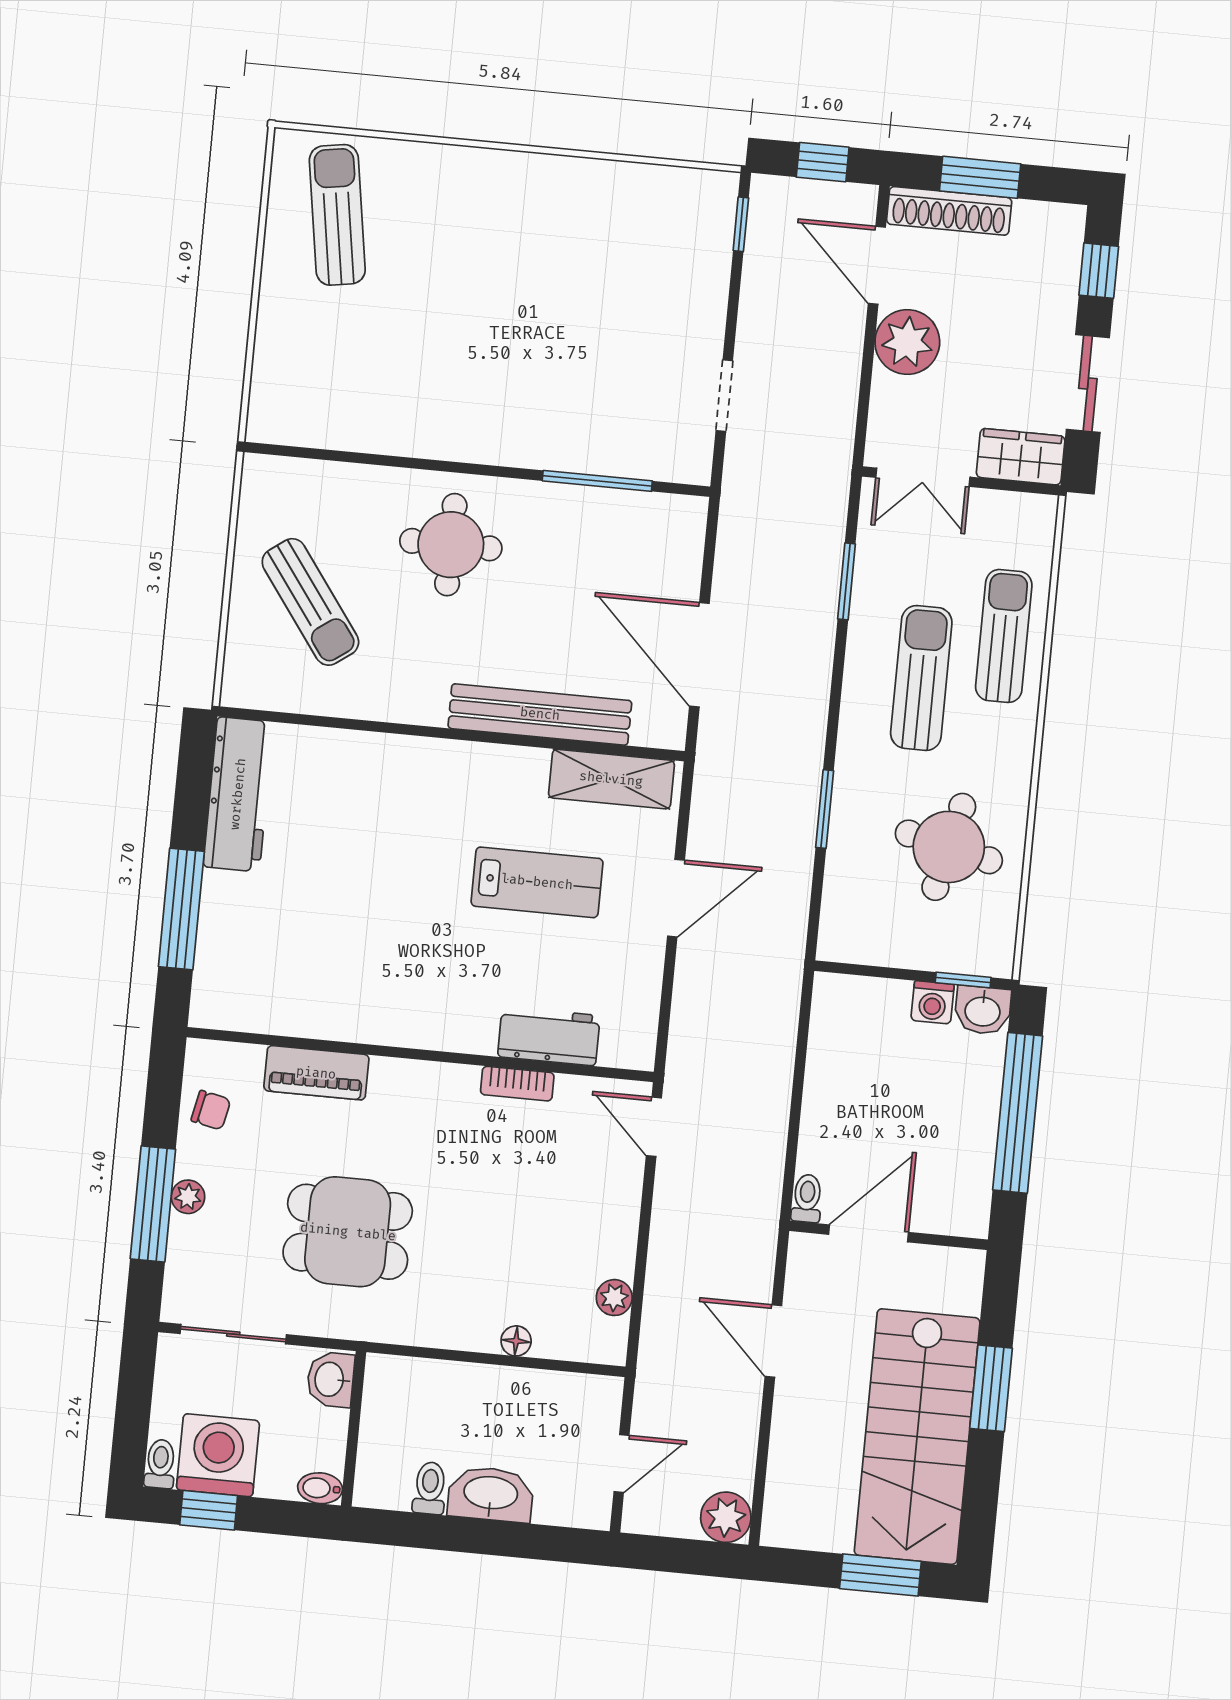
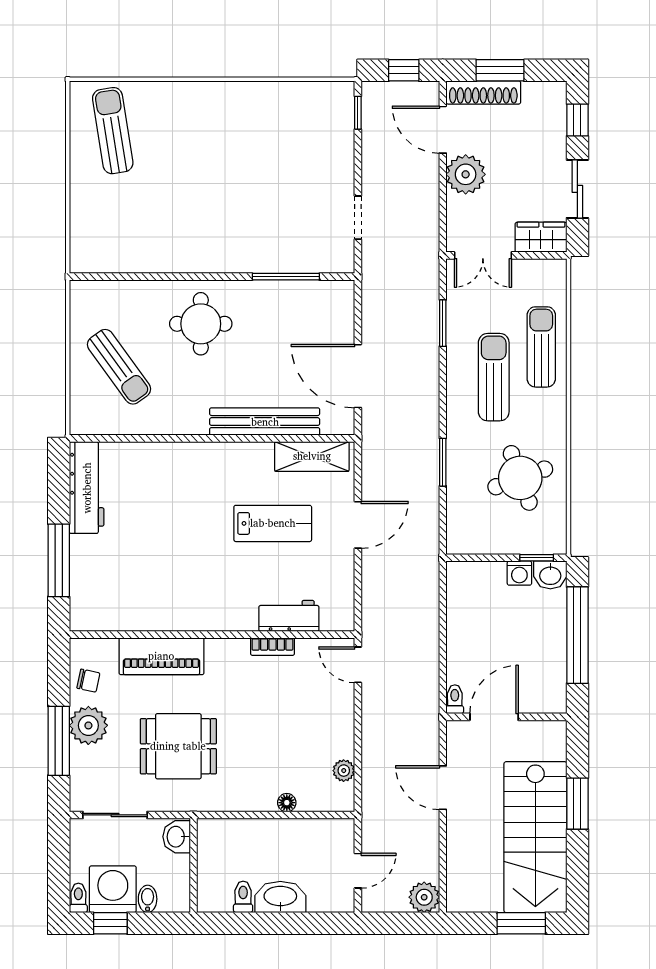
round table: (949, 847) -> (520, 478), turned -33
piano: (316, 1073) -> (161, 656), width x1.37, depth x1.33
plant: (188, 1197) -> (88, 725), width x1.88, depth x1.88
bidet: (320, 1488) -> (148, 899), moved, turned 90

